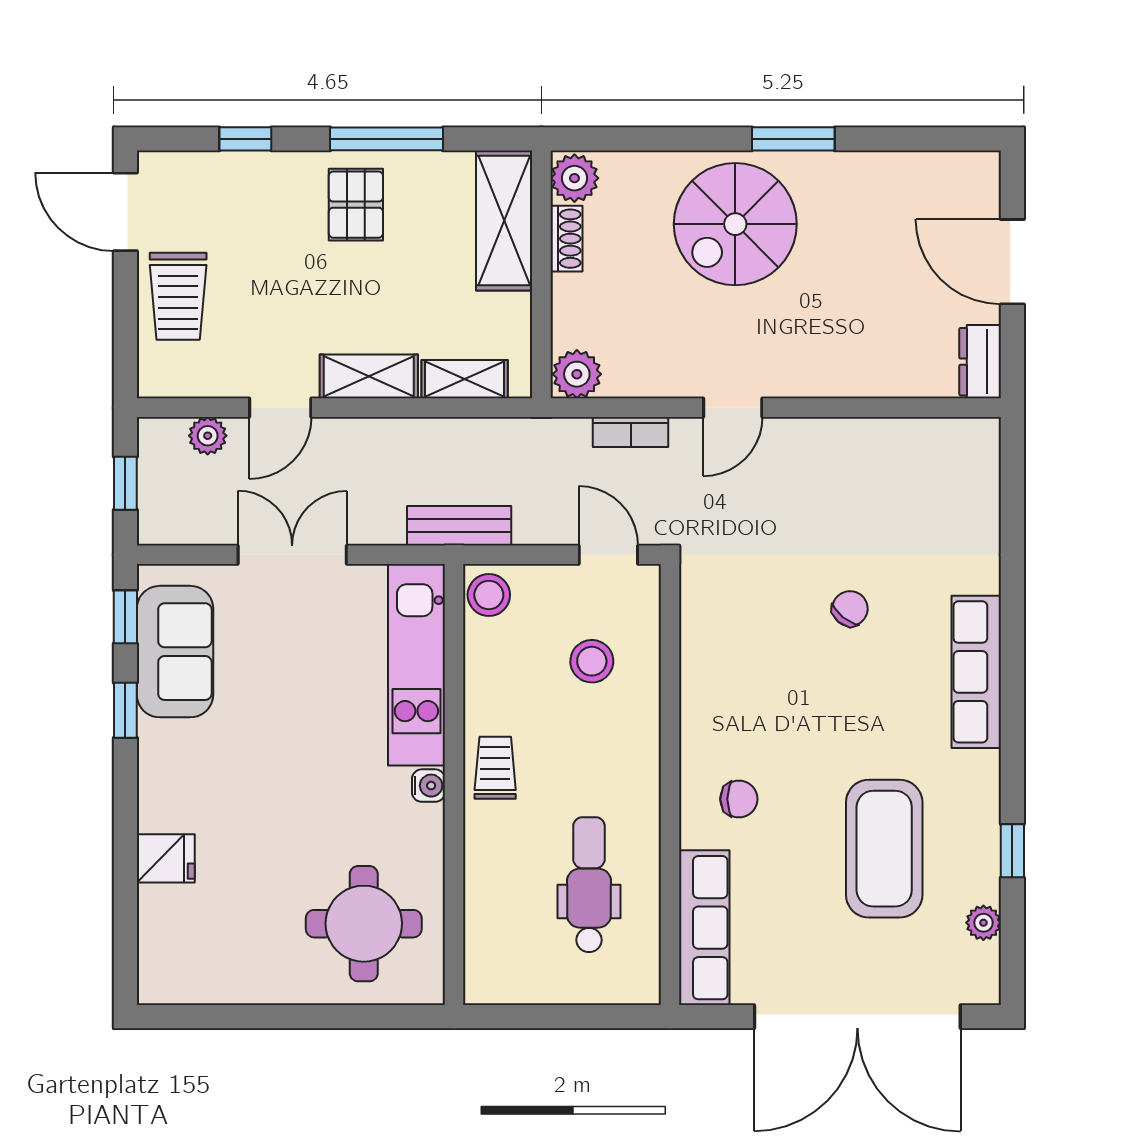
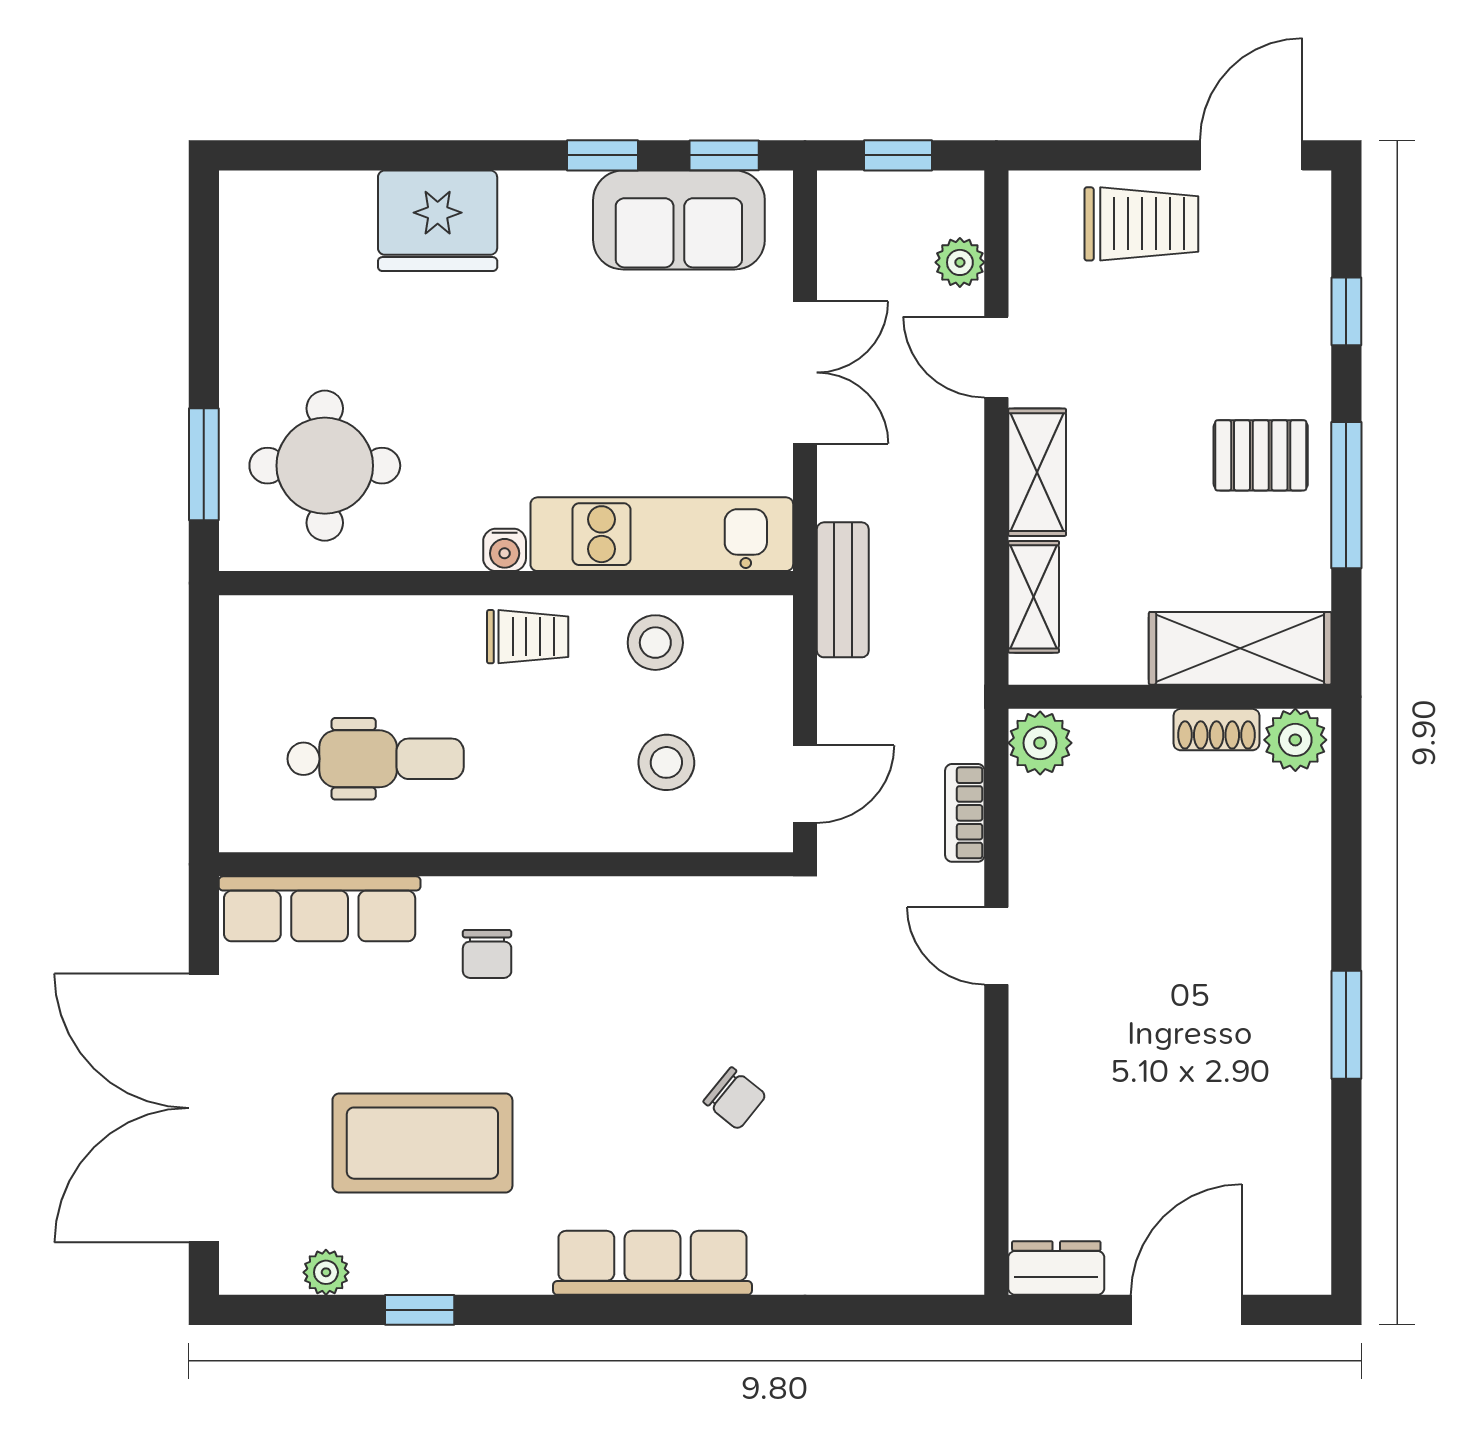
spiral stairs: (735, 224) -> (1235, 949), removed
trolley: (178, 296) -> (1141, 224), turned 180
stool: (489, 595) -> (655, 643), moved
fridge: (166, 858) -> (438, 221), width x1.88, depth x1.34
window: (363, 1017) -> (204, 464), added

